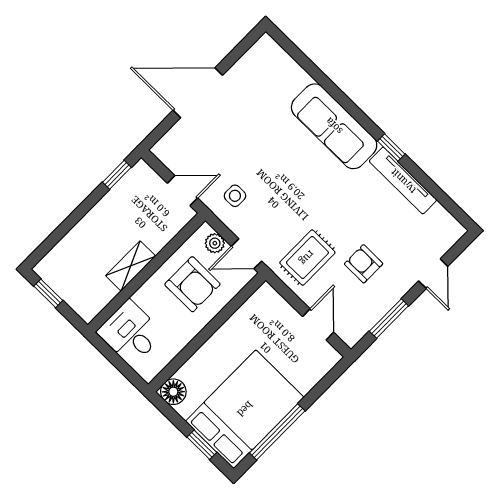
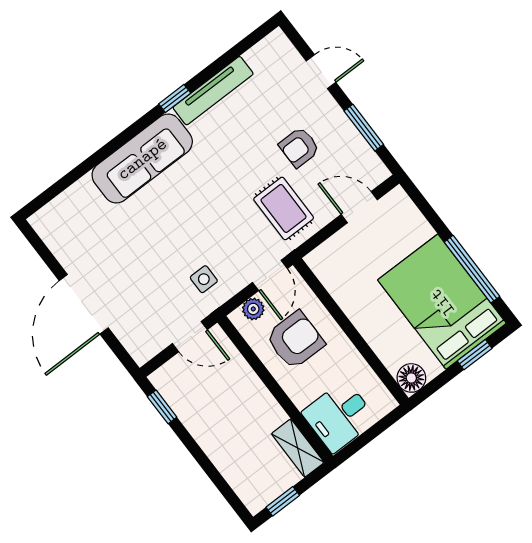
door: (182, 191) -> (190, 337), swing flipped
shelving: (131, 266) -> (298, 448), moved

